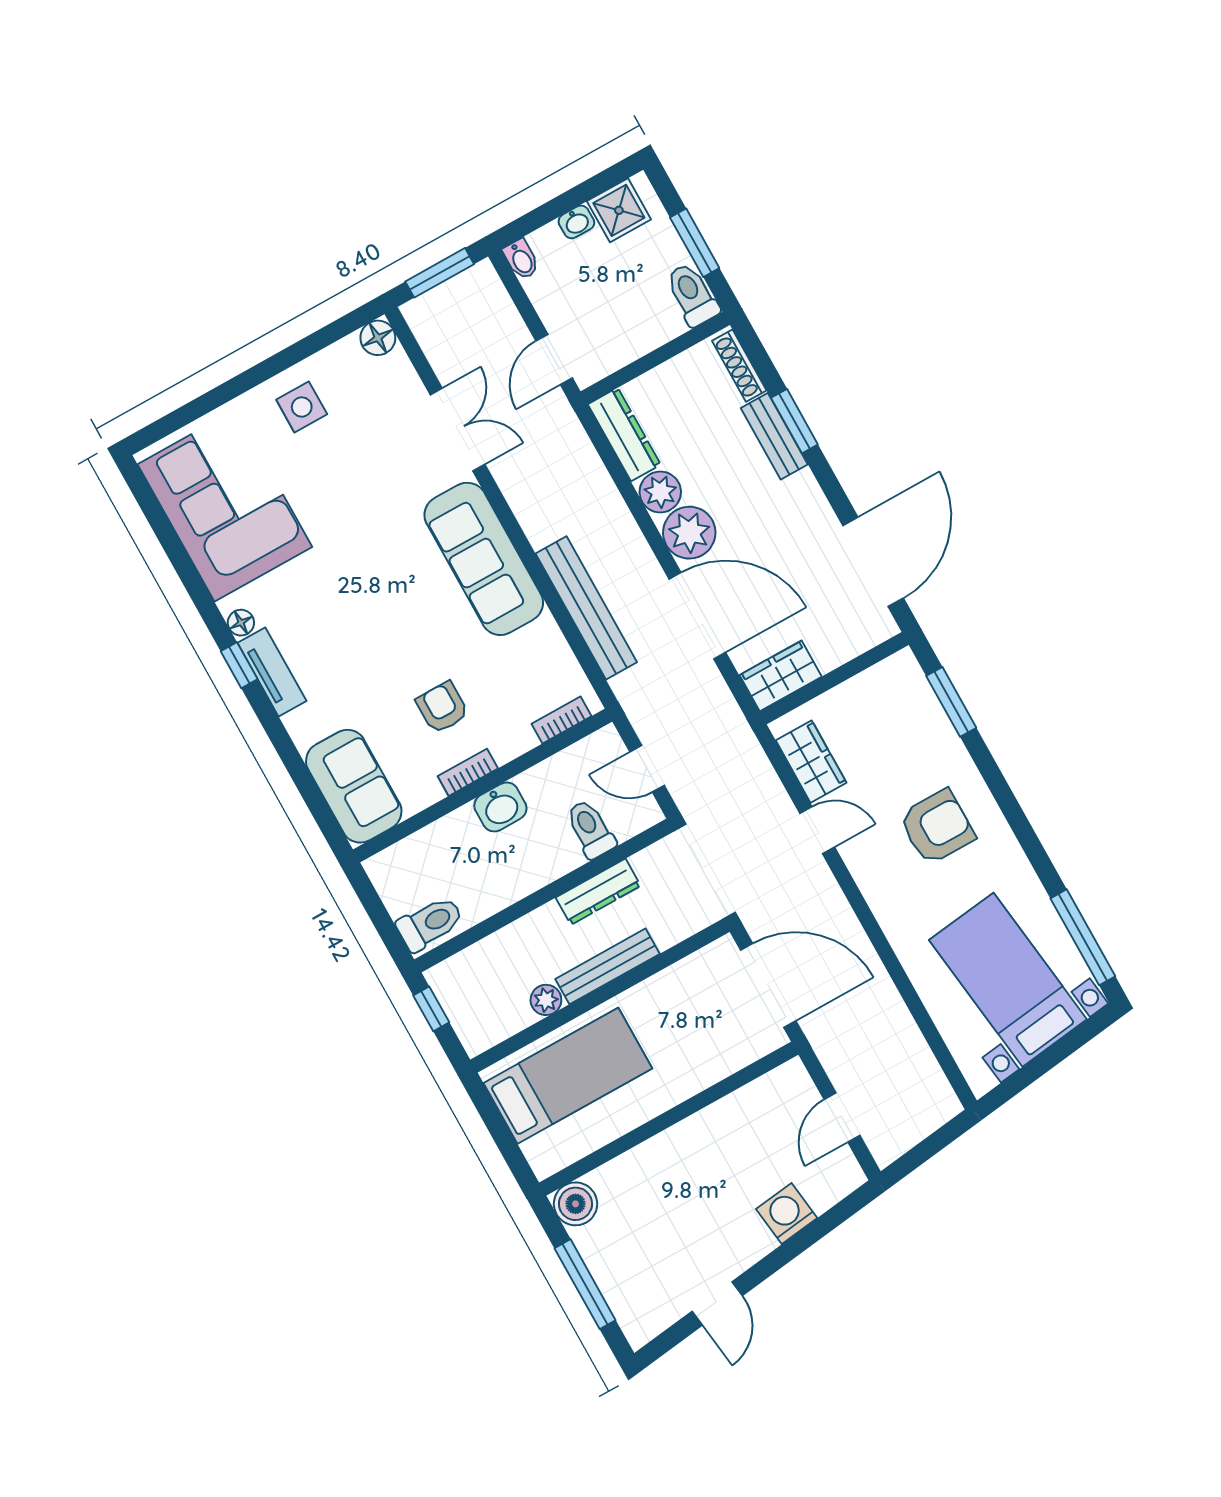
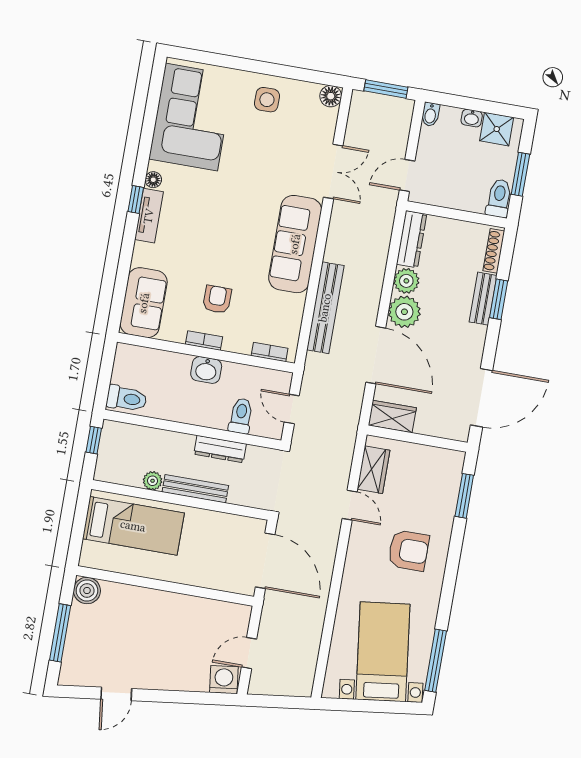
washing machine: (787, 1214) -> (224, 680), moved

